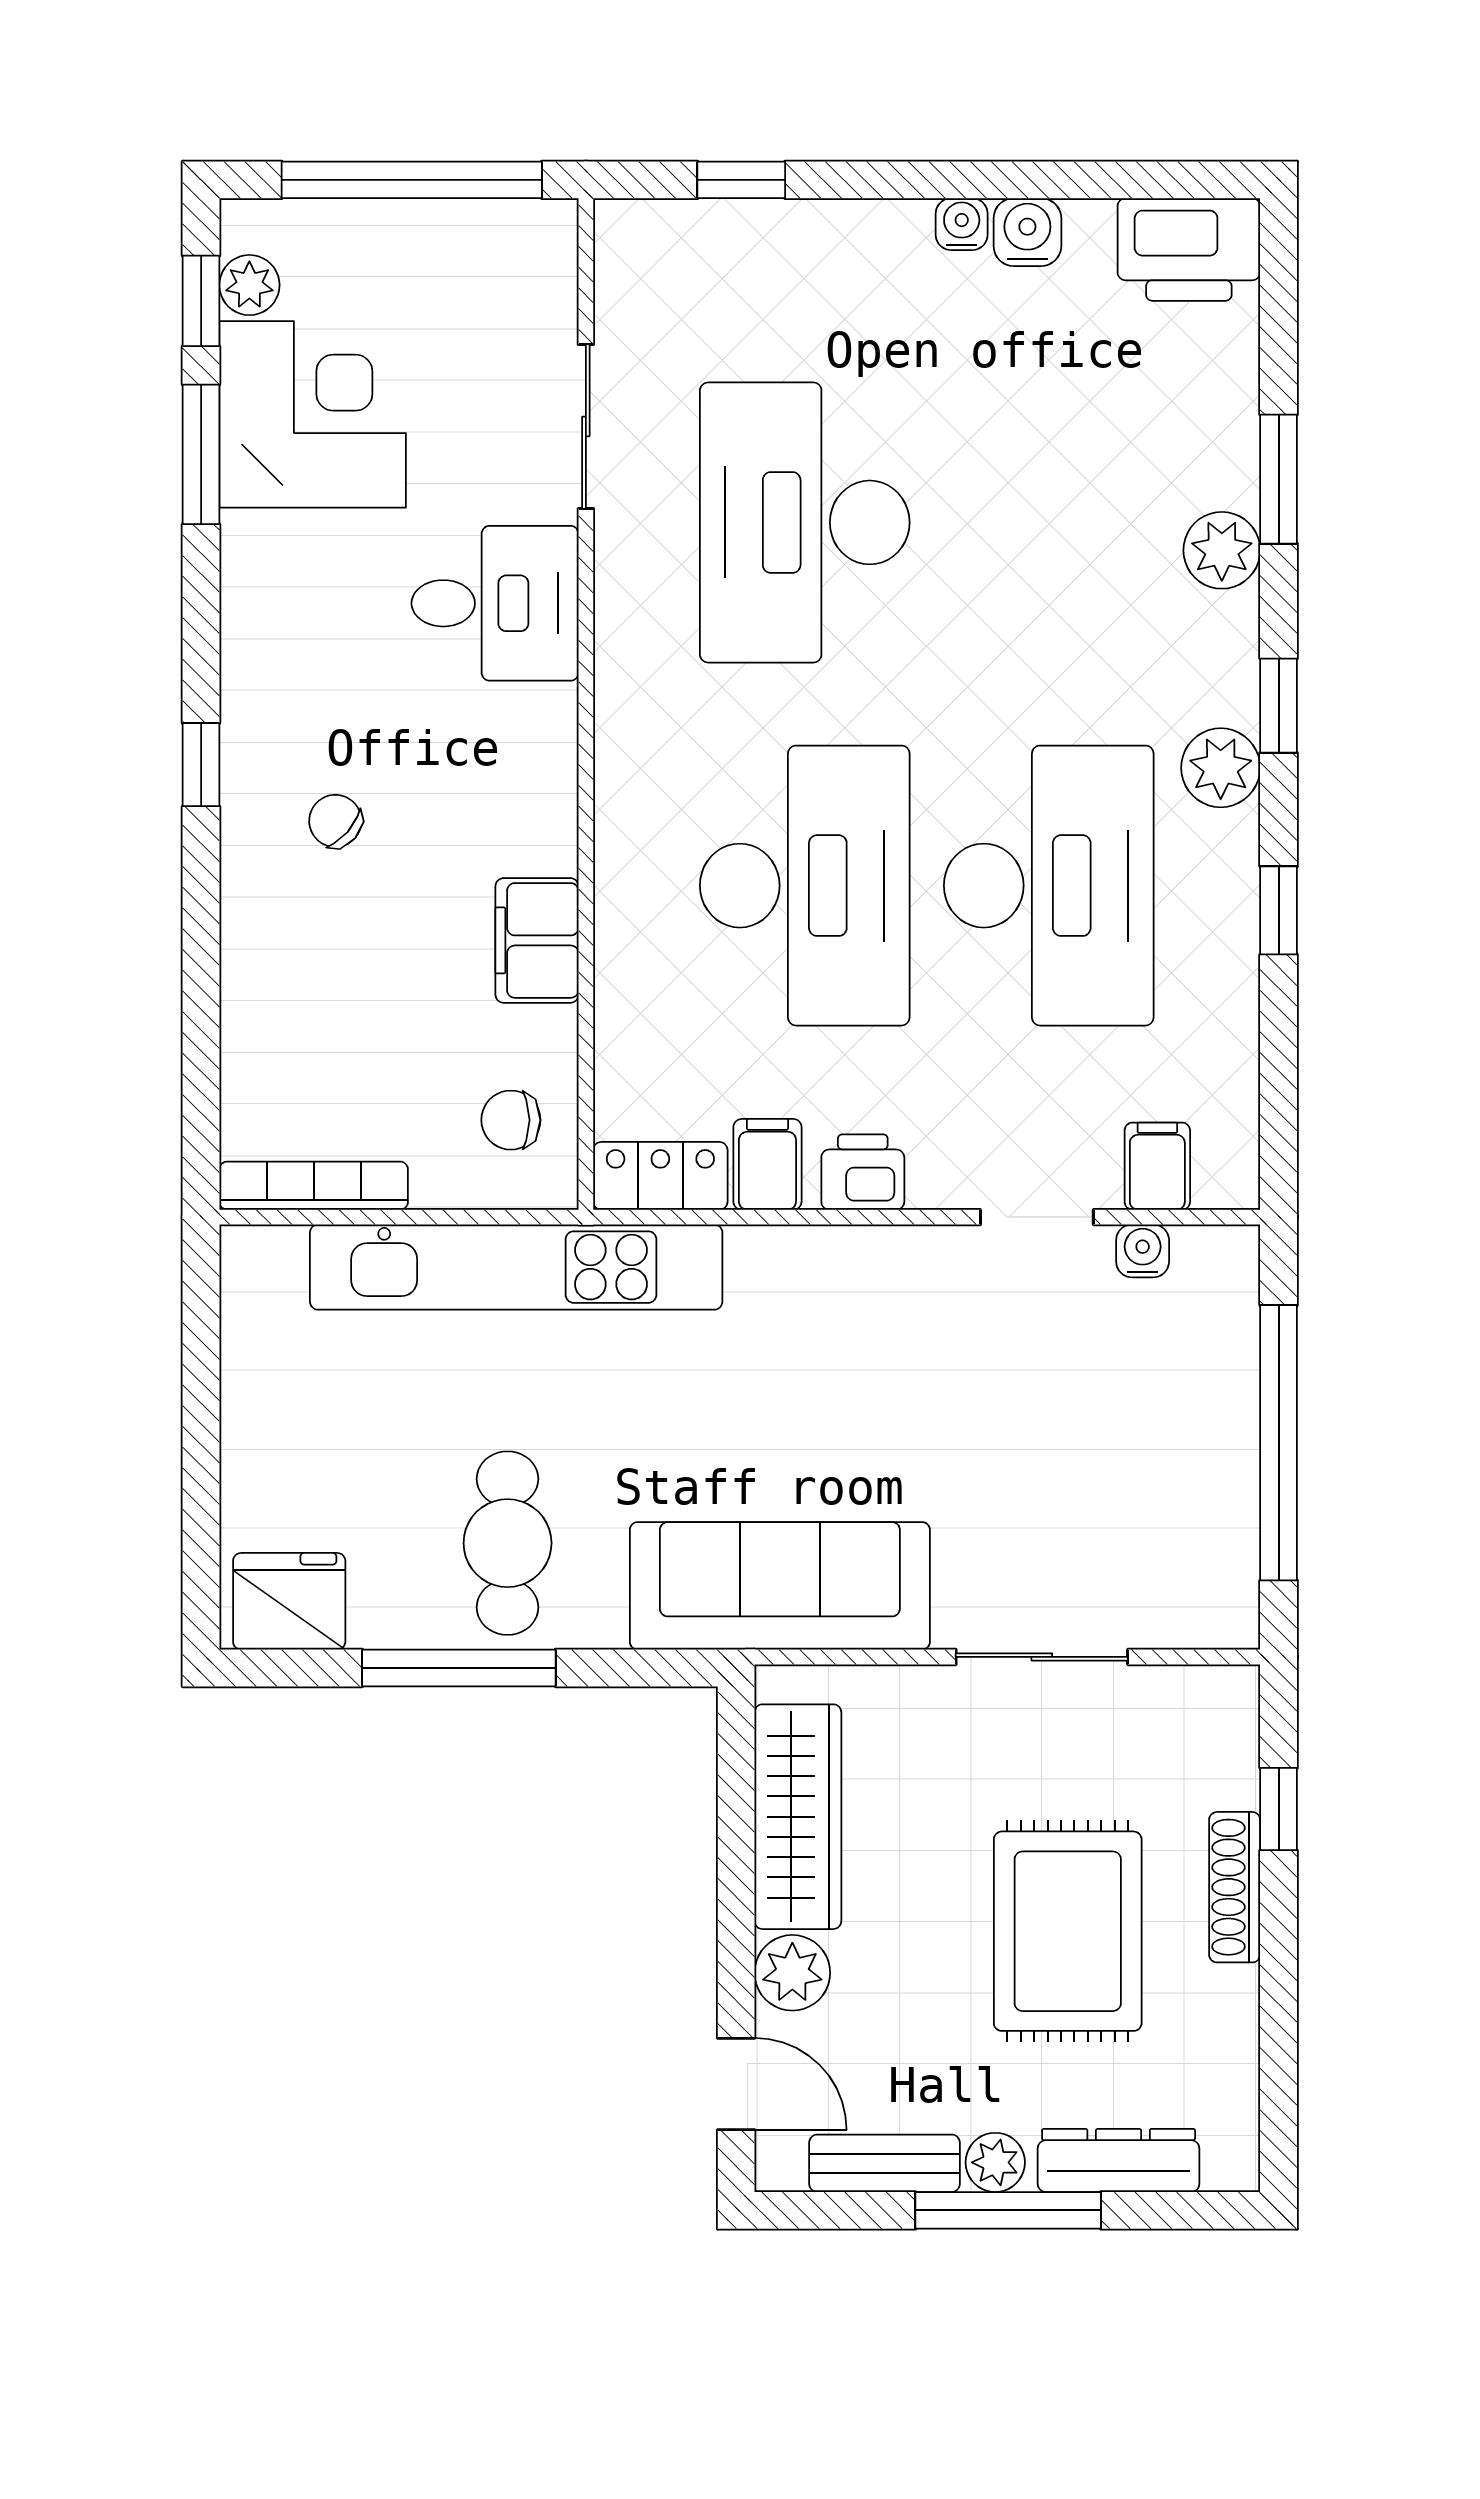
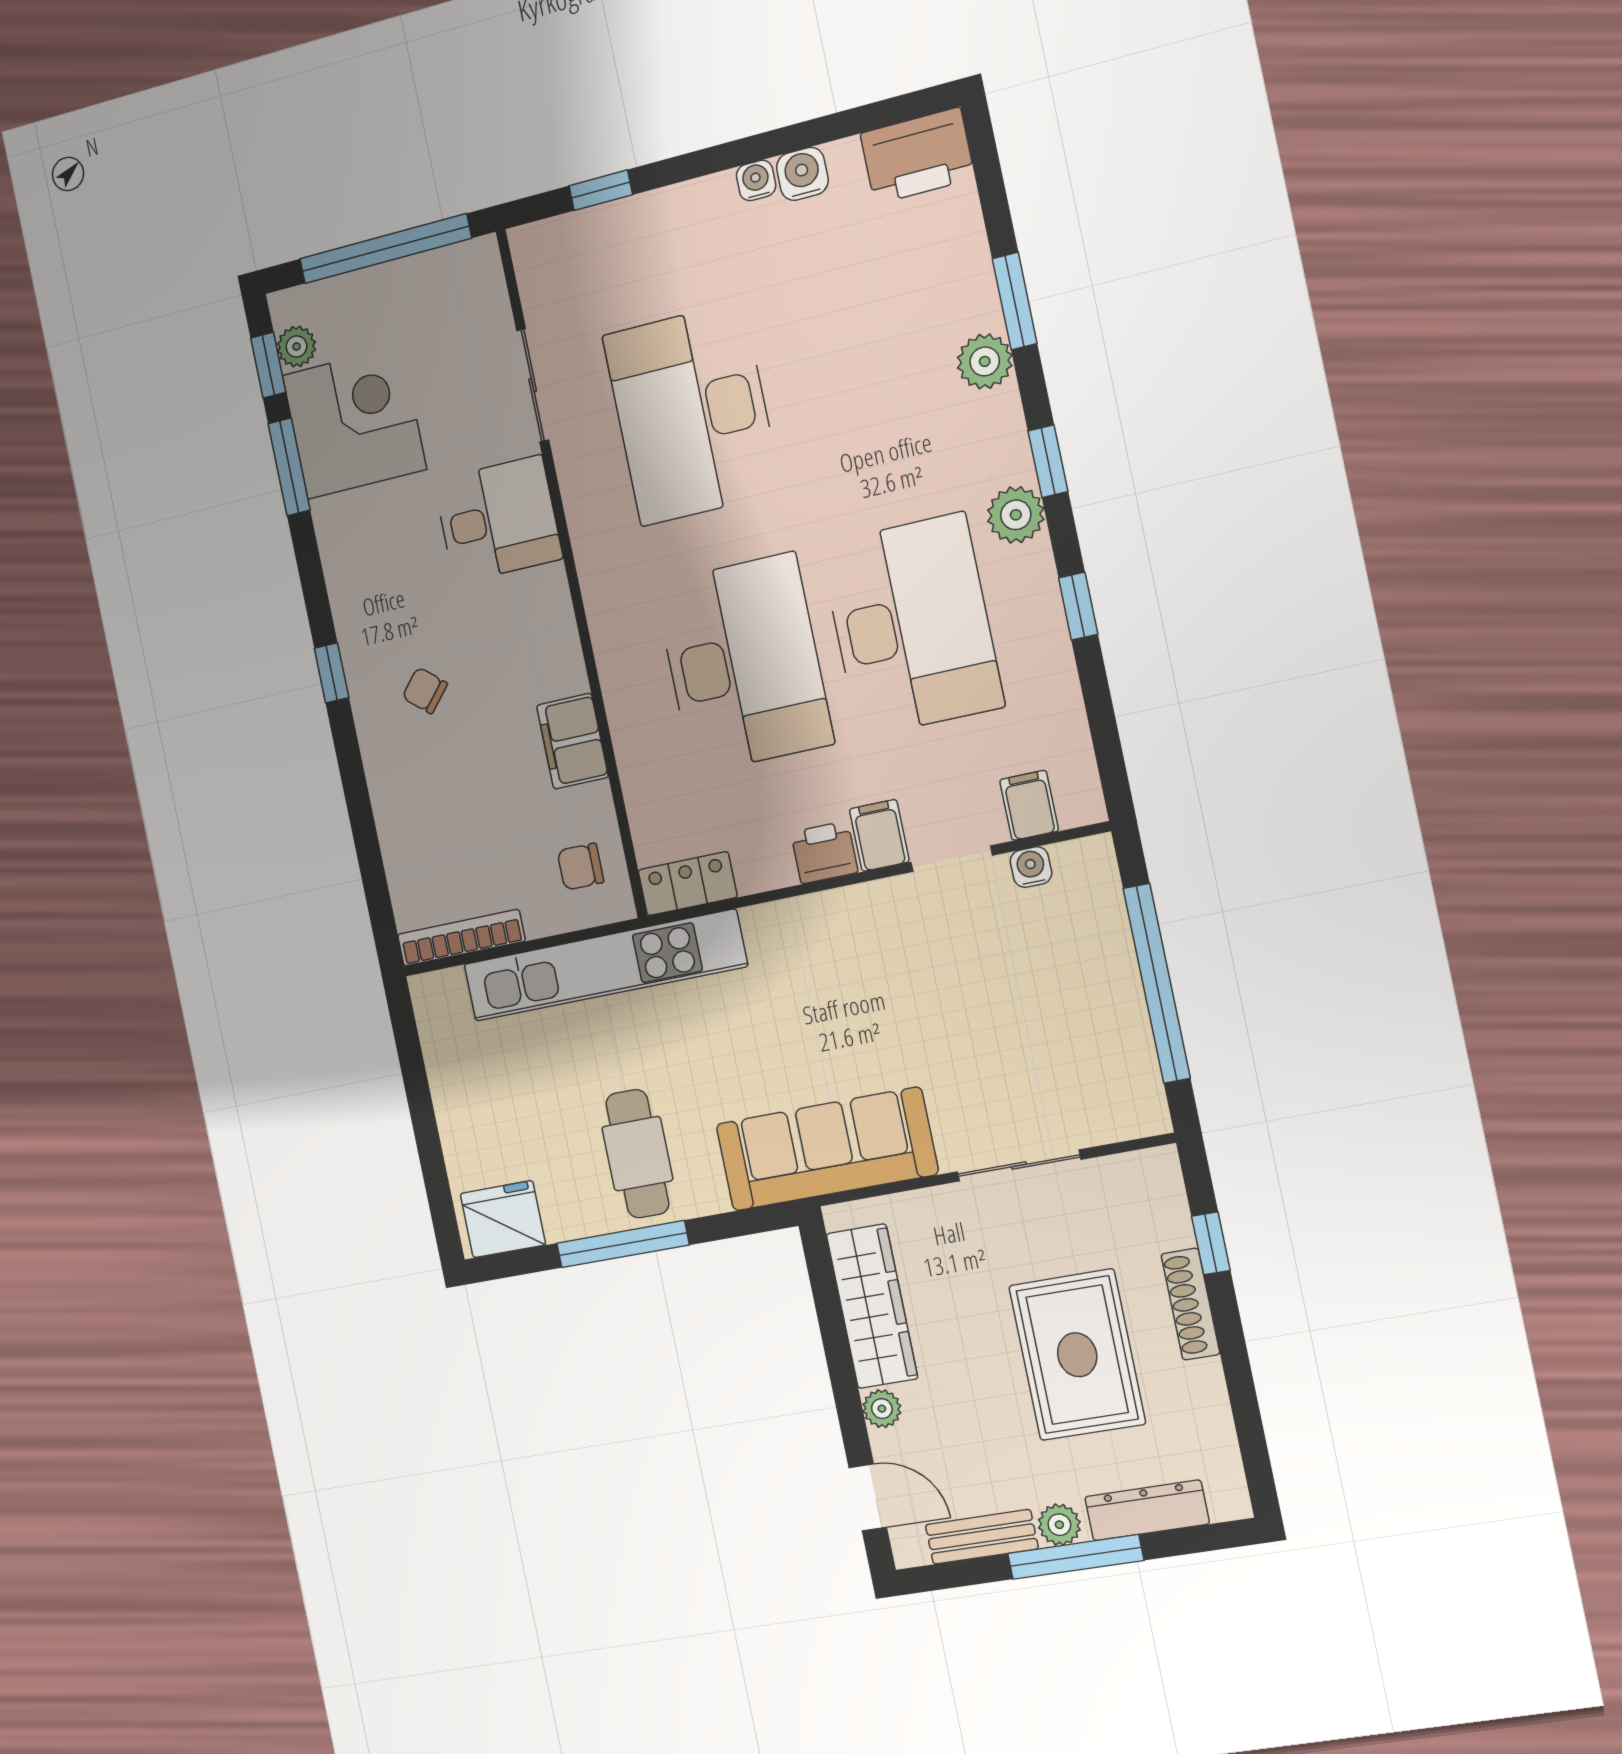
filing cabinet: (767, 1164) -> (879, 835), moved
plant: (792, 1973) -> (882, 1409), width x0.73, depth x0.73

